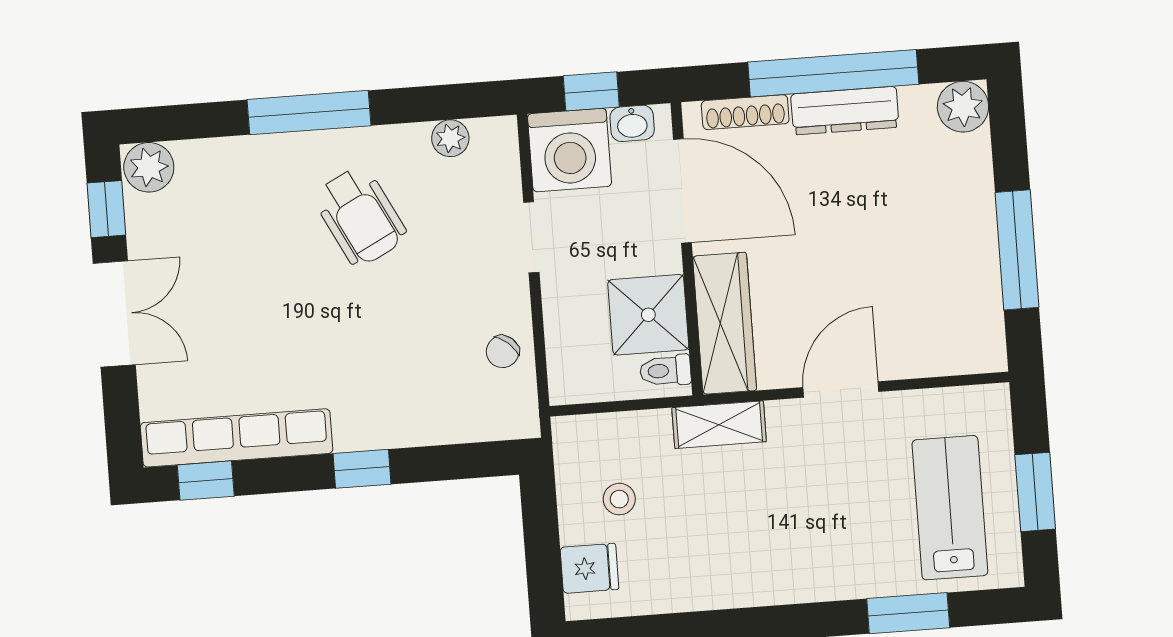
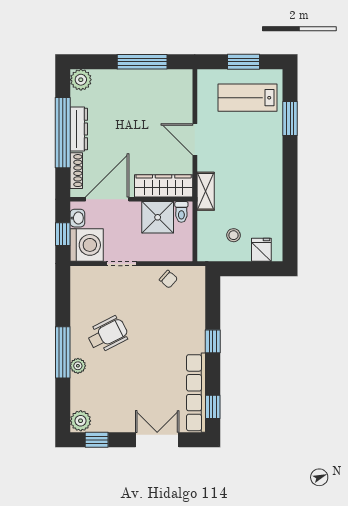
plant: (450, 138) -> (78, 366), moved
double door: (114, 314) -> (157, 440), moved

